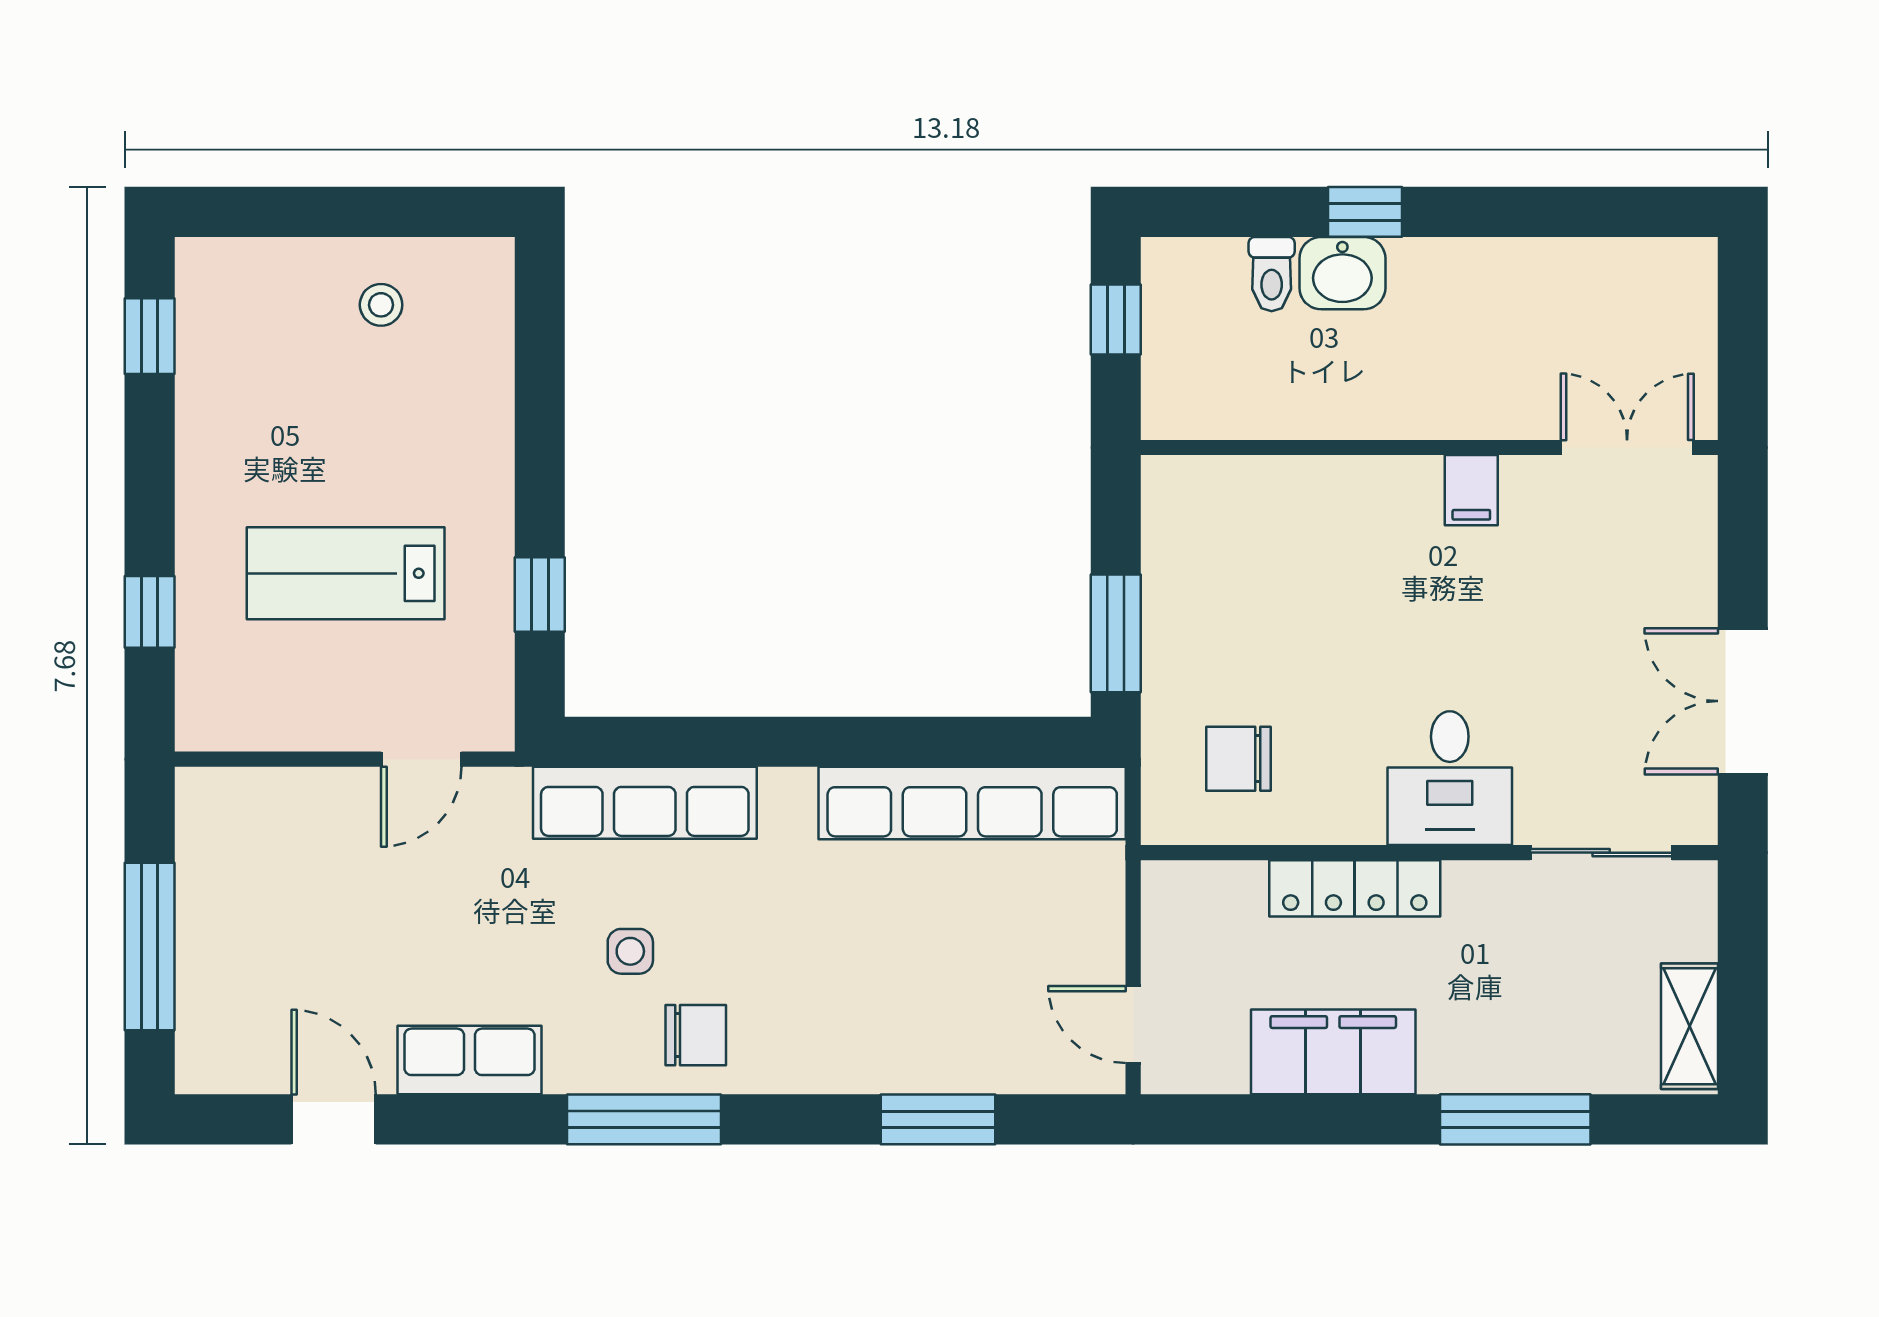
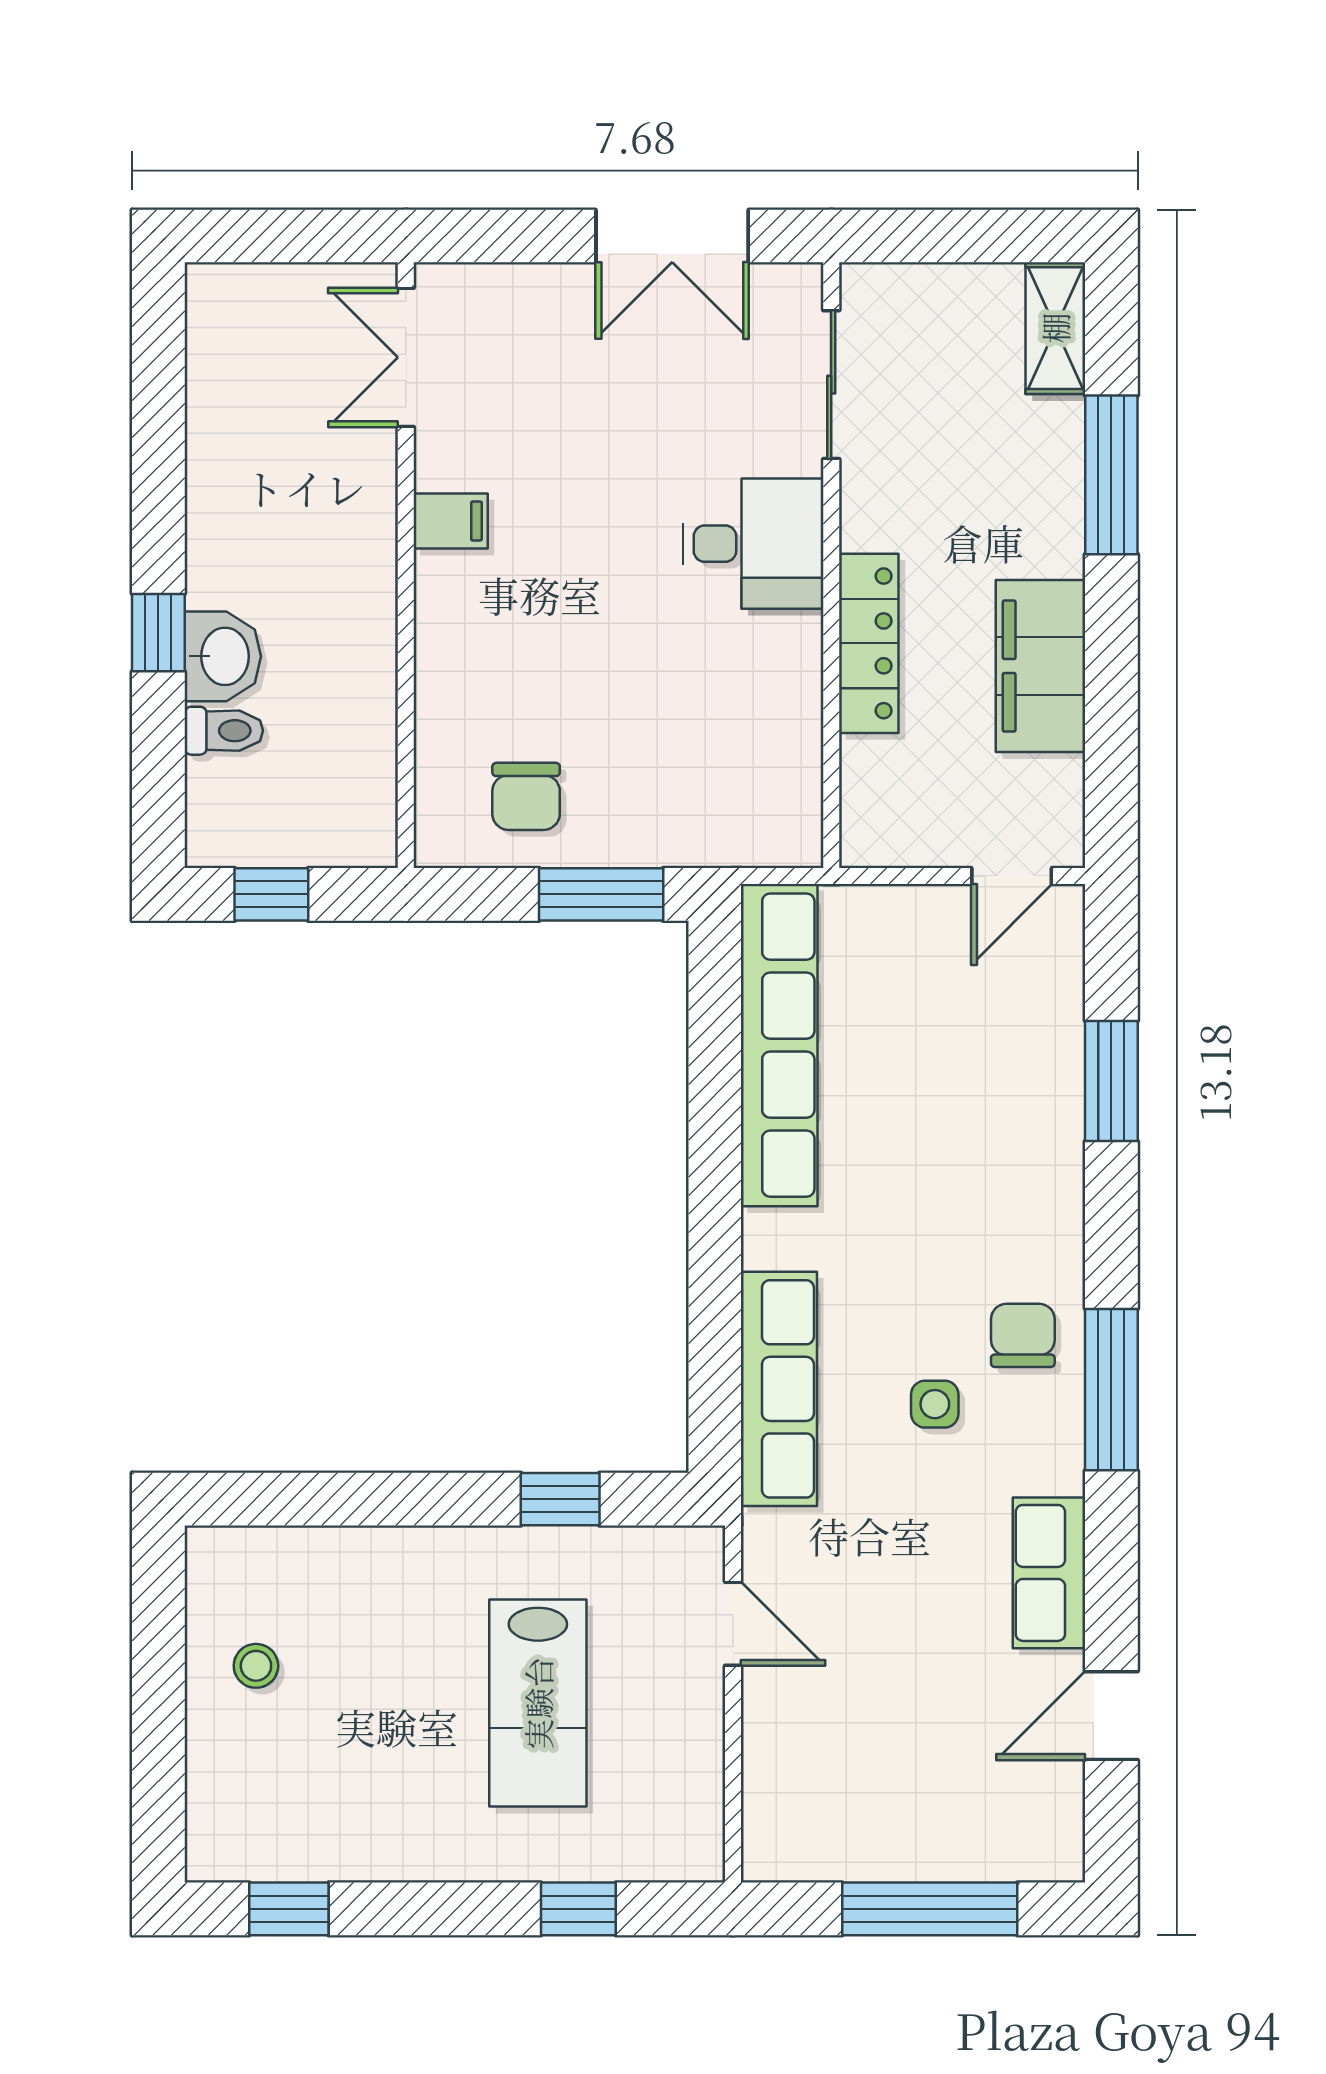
chair: (1239, 759) -> (526, 796), moved
shelving: (1690, 1026) -> (1055, 328), moved, turned 90

